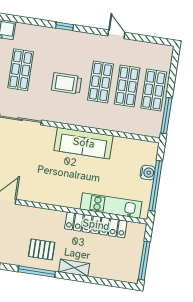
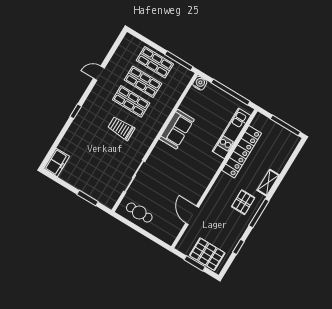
shop shelf: (21, 70) -> (95, 160), removed
trolley: (67, 83) -> (121, 128), turned 90
sofa: (84, 143) -> (177, 129), width x0.73
water cooler: (148, 173) -> (200, 83), moved

